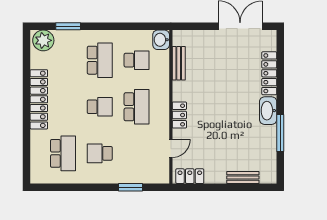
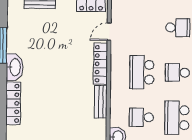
bench: (179, 63) -> (101, 102), moved
locker: (179, 115) -> (101, 64), width x1.53

